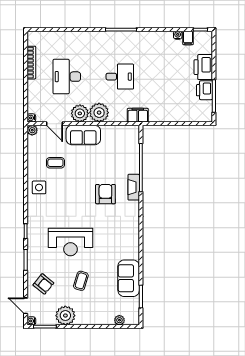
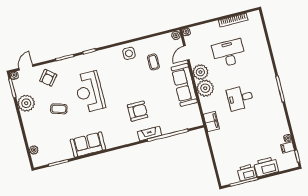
desk: (120, 77) -> (240, 98), turned 90
sofa: (83, 135) -> (184, 85), width x1.36
sofa: (129, 278) -> (88, 145), moved

